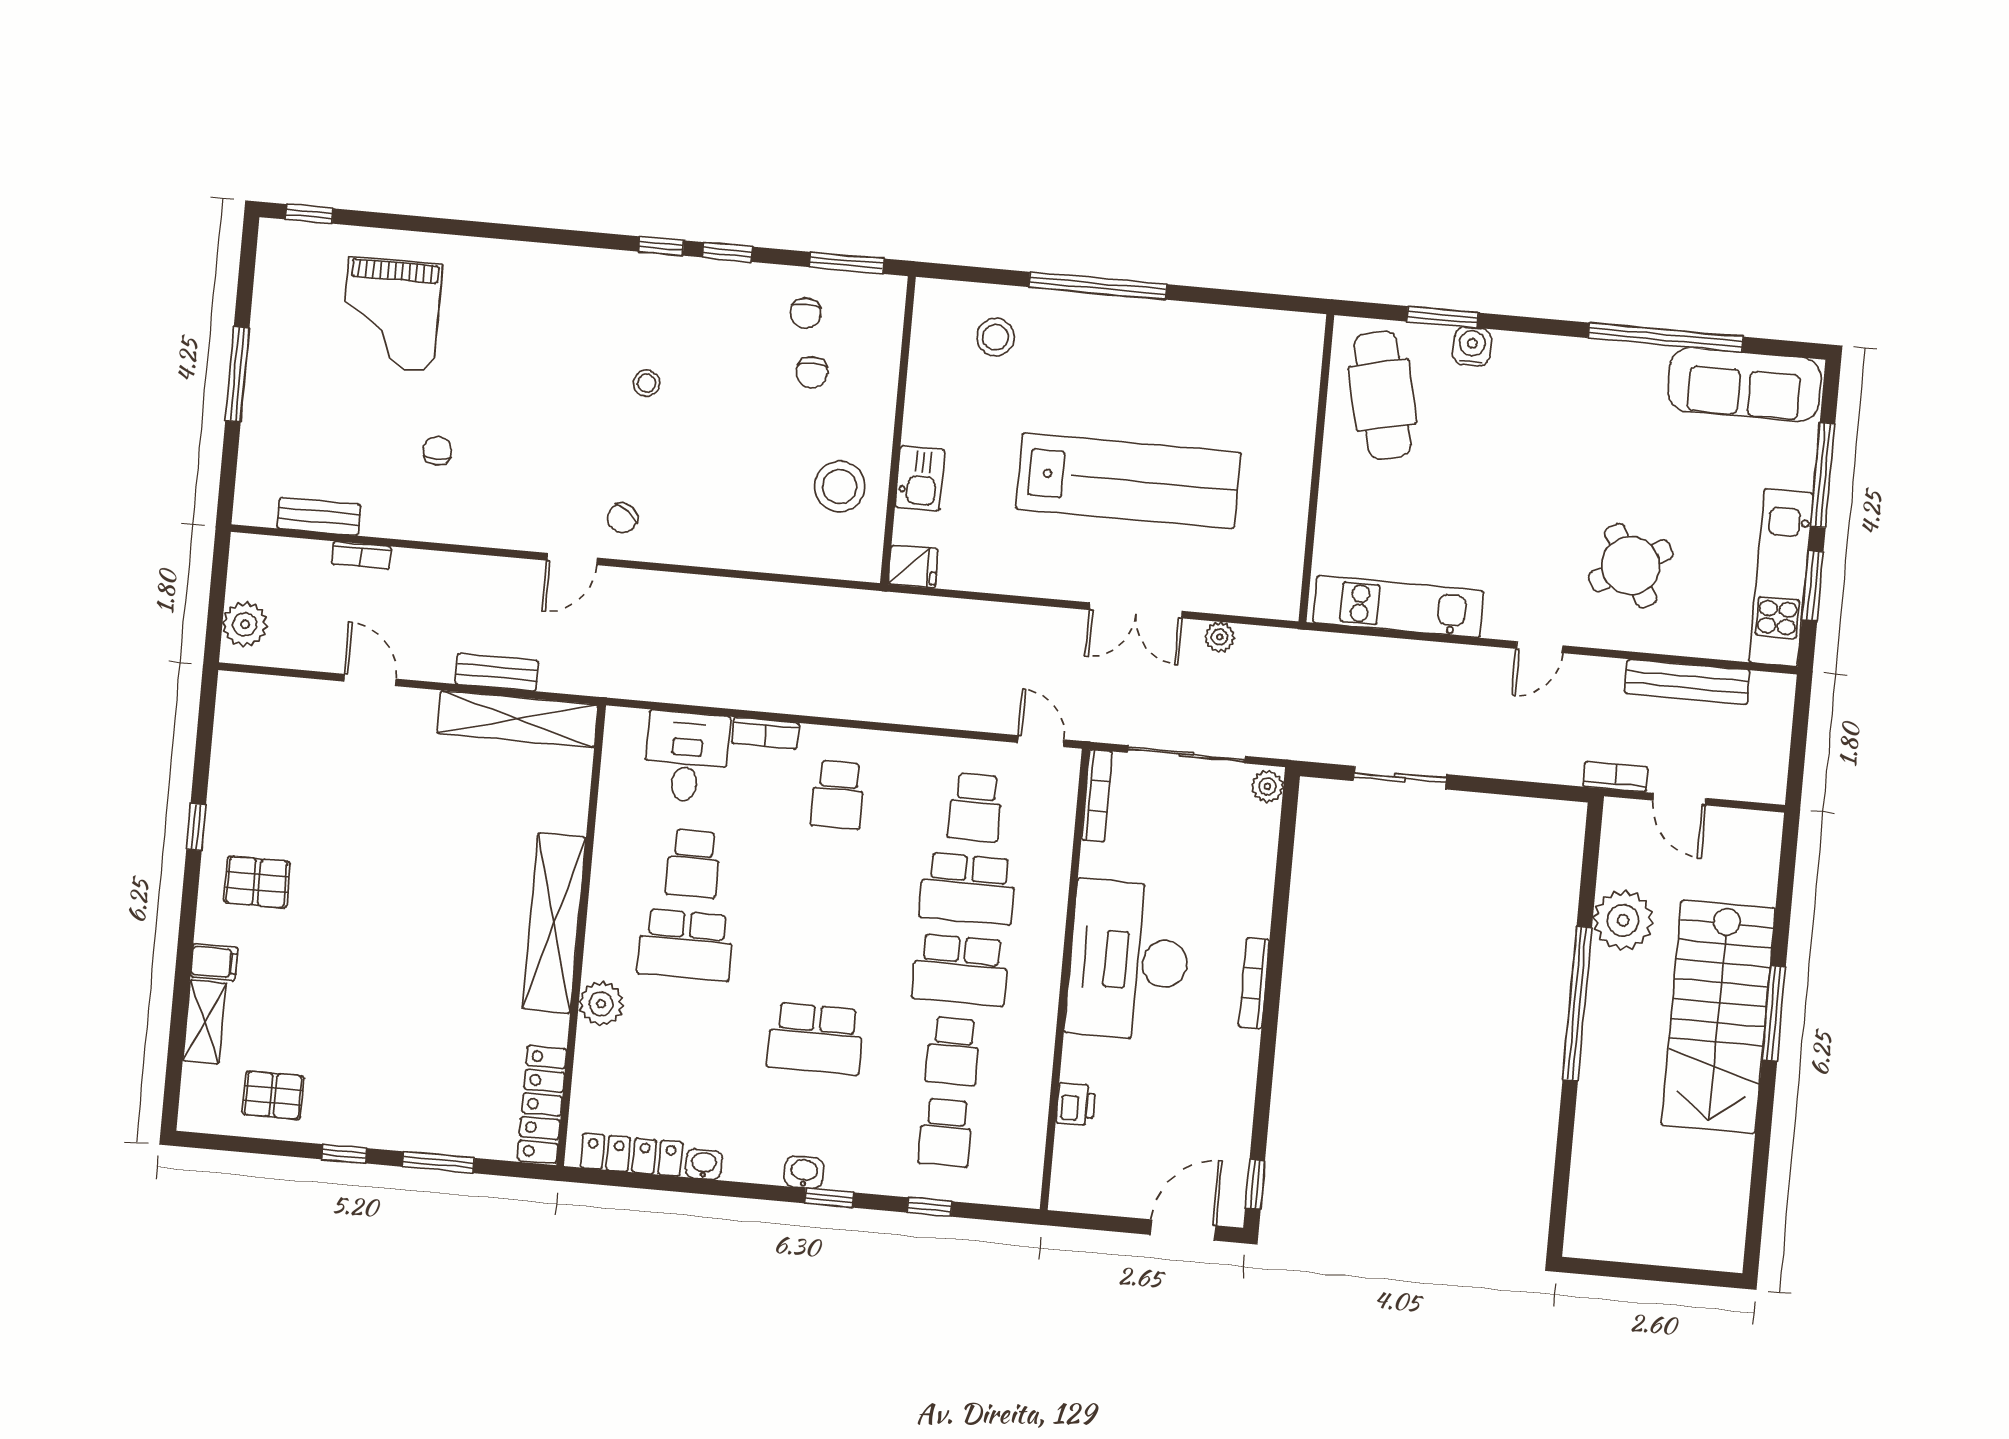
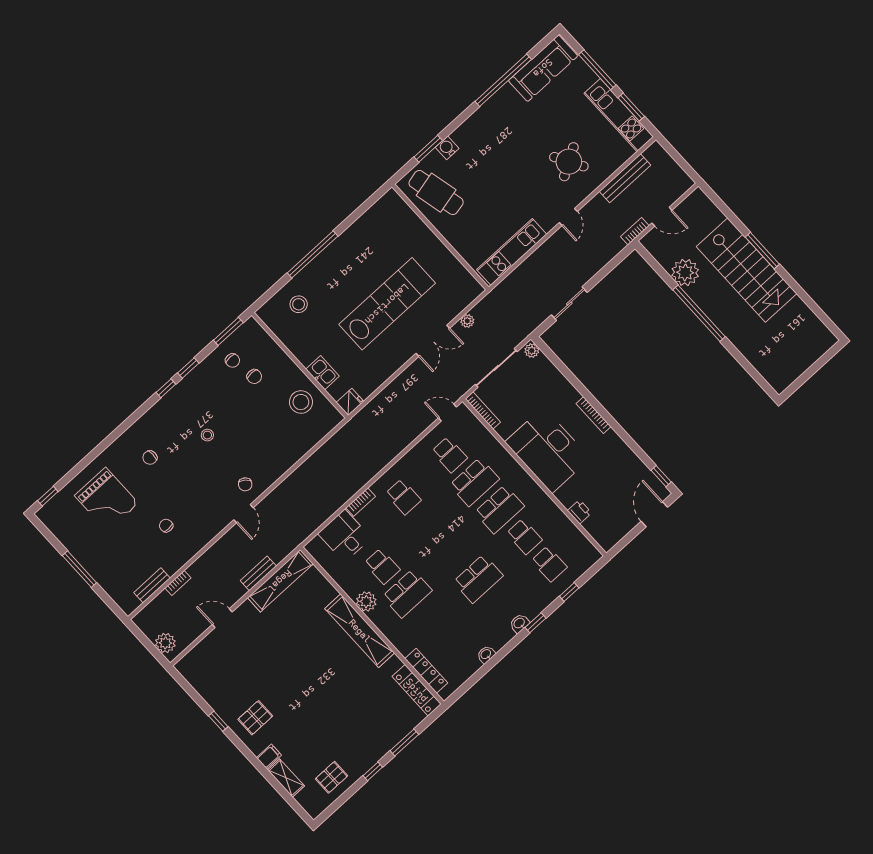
chair: (524, 323) -> (150, 458), added
plant: (601, 1004) -> (366, 602), moved
locker: (631, 1155) -> (426, 671), moved, turned 90

